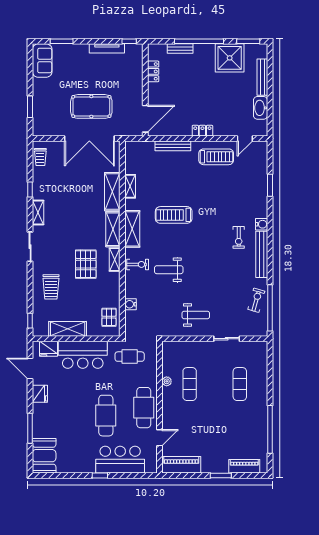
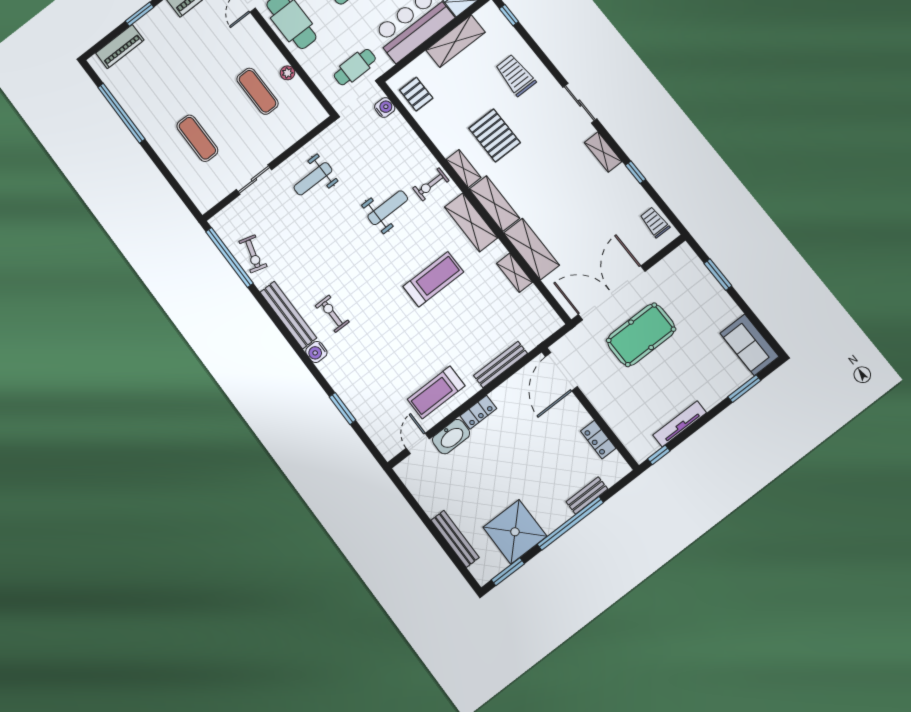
washbasin: (261, 108) -> (451, 437), moved, turned 90
water cooler: (130, 304) -> (385, 108), moved

